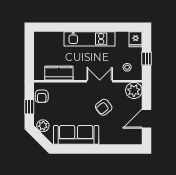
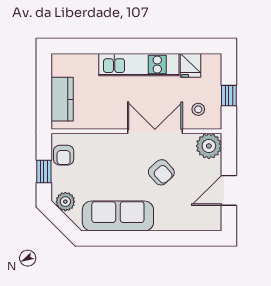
fridge: (136, 39) -> (190, 65), moved
kitchen counter: (59, 73) -> (62, 99), moved, turned 90
double door: (100, 81) -> (155, 131), width x1.37
armchair: (104, 107) -> (161, 172), turned -94

